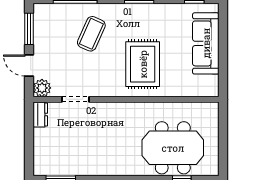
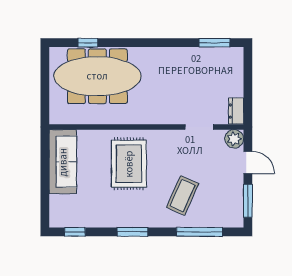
sofa: (206, 43) -> (63, 162), moved
meeting table: (173, 148) -> (97, 76), width x1.36

